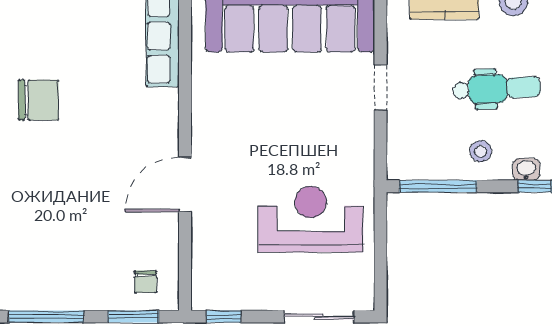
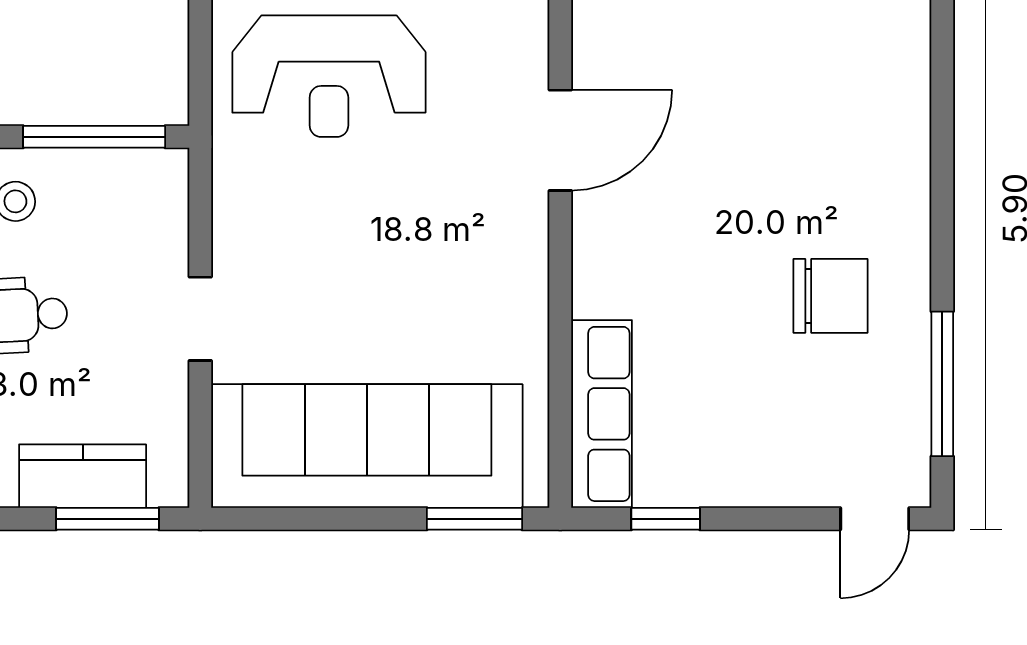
chair: (38, 100) -> (831, 296), turned 180

